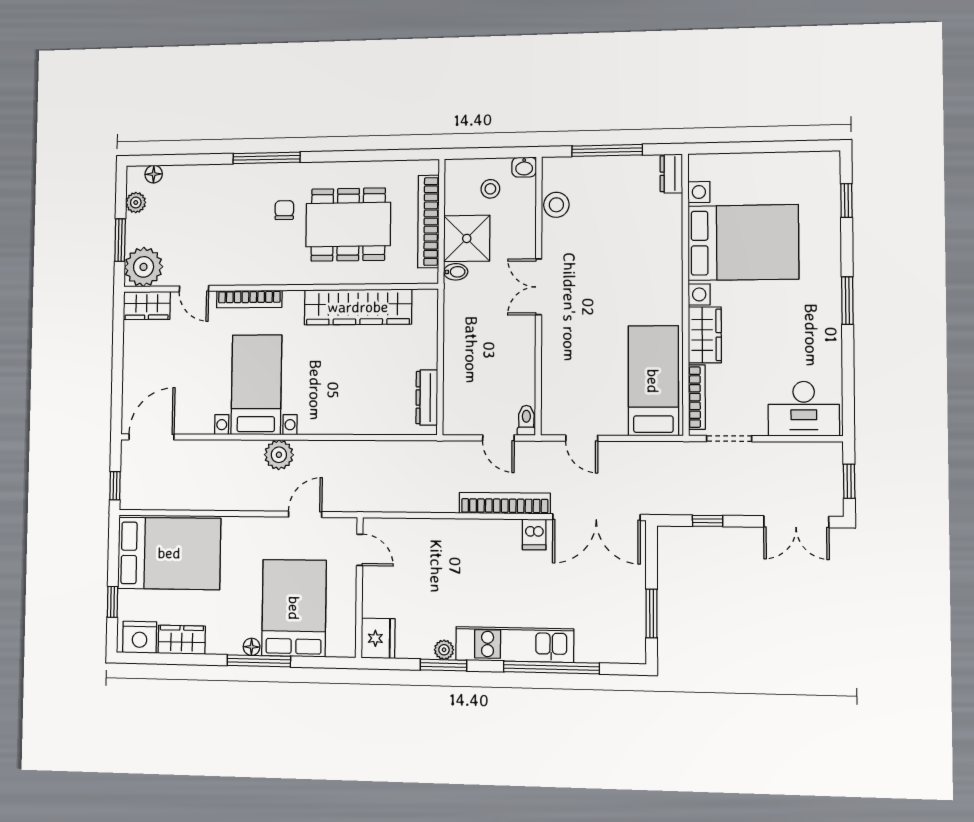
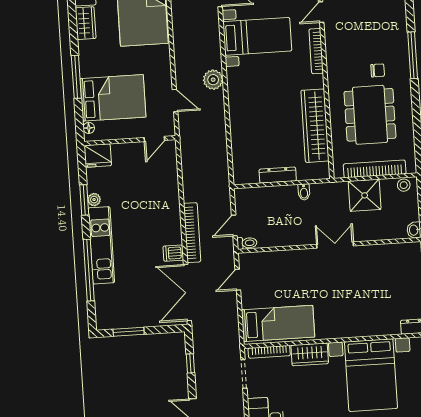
stool: (490, 189) -> (404, 185), moved
stool: (556, 205) -> (390, 253), removed
bidet: (456, 272) -> (304, 192), moved
bed with nightstands: (256, 385) -> (257, 36), moved
dresser: (427, 398) -> (278, 175), moved
floor lamp: (252, 647) -> (89, 128), moved

